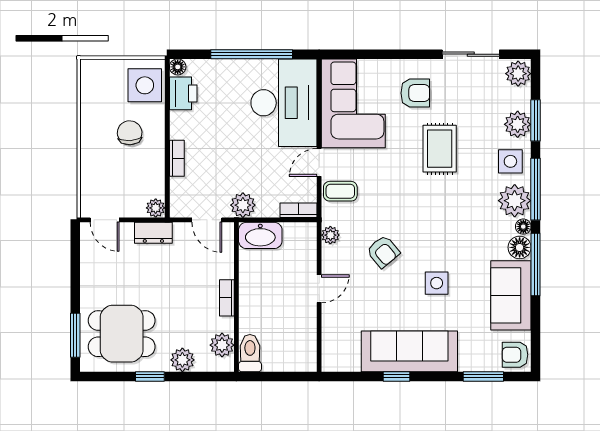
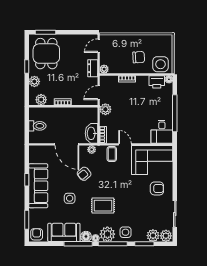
armchair: (415, 93) -> (157, 188), turned -90
desk: (284, 103) -> (162, 132), width x0.53, depth x0.77
plant: (518, 124) -> (153, 236), moved
rug: (440, 149) -> (103, 206), moved
washbasin: (260, 235) -> (91, 133), moved
door: (319, 289) -> (67, 144), width x1.88
toilet: (250, 353) -> (37, 126), moved

